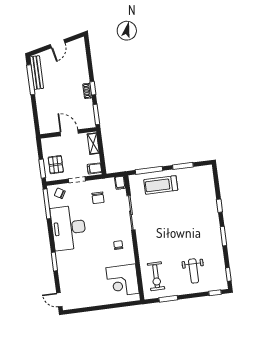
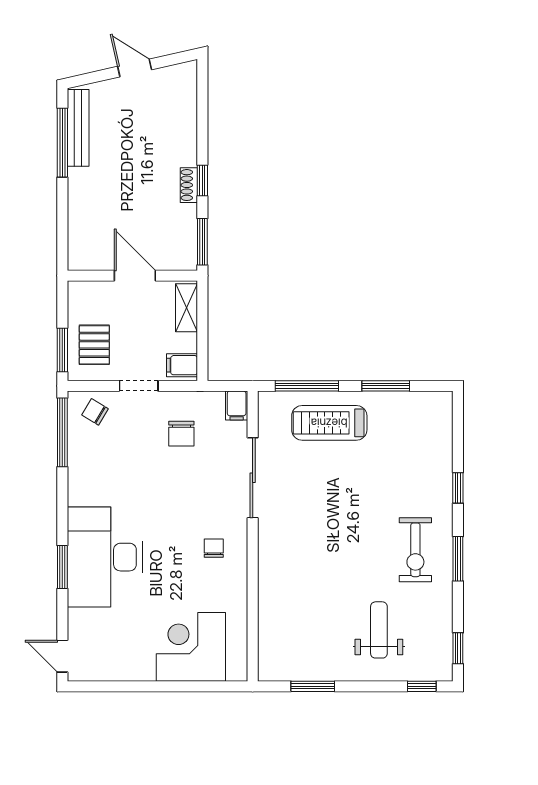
door: (58, 44) -> (135, 68), swing flipped
desk: (68, 228) -> (105, 557), moved
weight bench: (194, 271) -> (379, 630), turned 180
exercise bike: (156, 276) -> (415, 550), moved
corner desk: (123, 280) -> (191, 647), moved, turned 90

